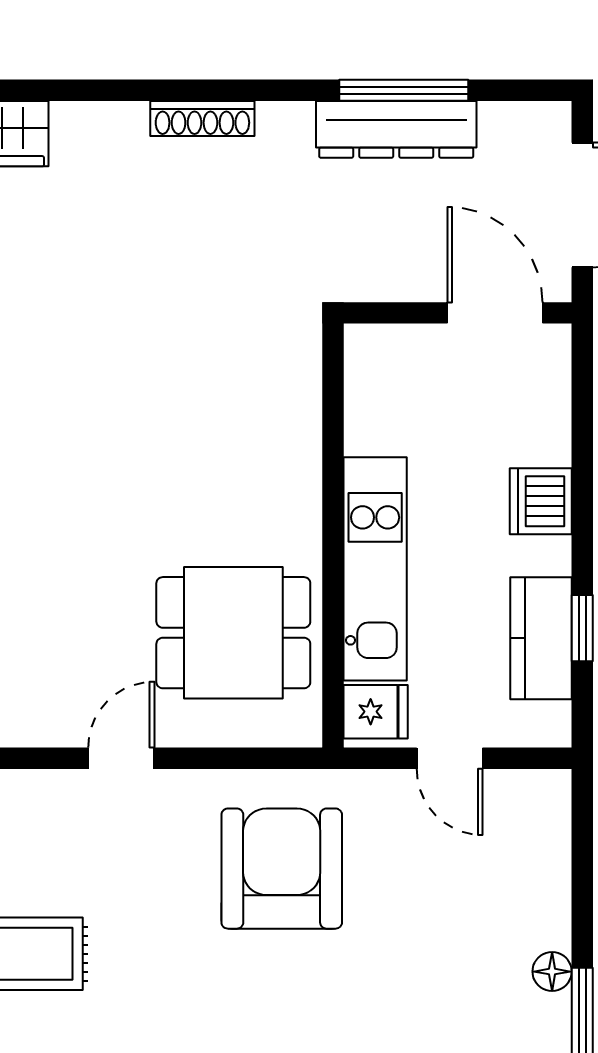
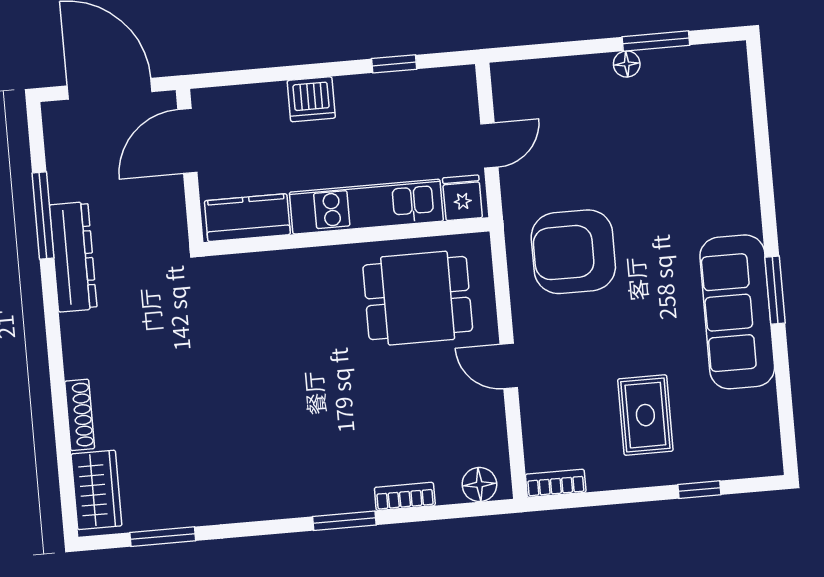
shoe rack: (202, 118) -> (80, 415), moved
dresser: (396, 129) -> (73, 257), moved
dining table: (233, 633) -> (418, 298), turned 90
kitchen counter: (541, 638) -> (247, 218), moved, turned 180

